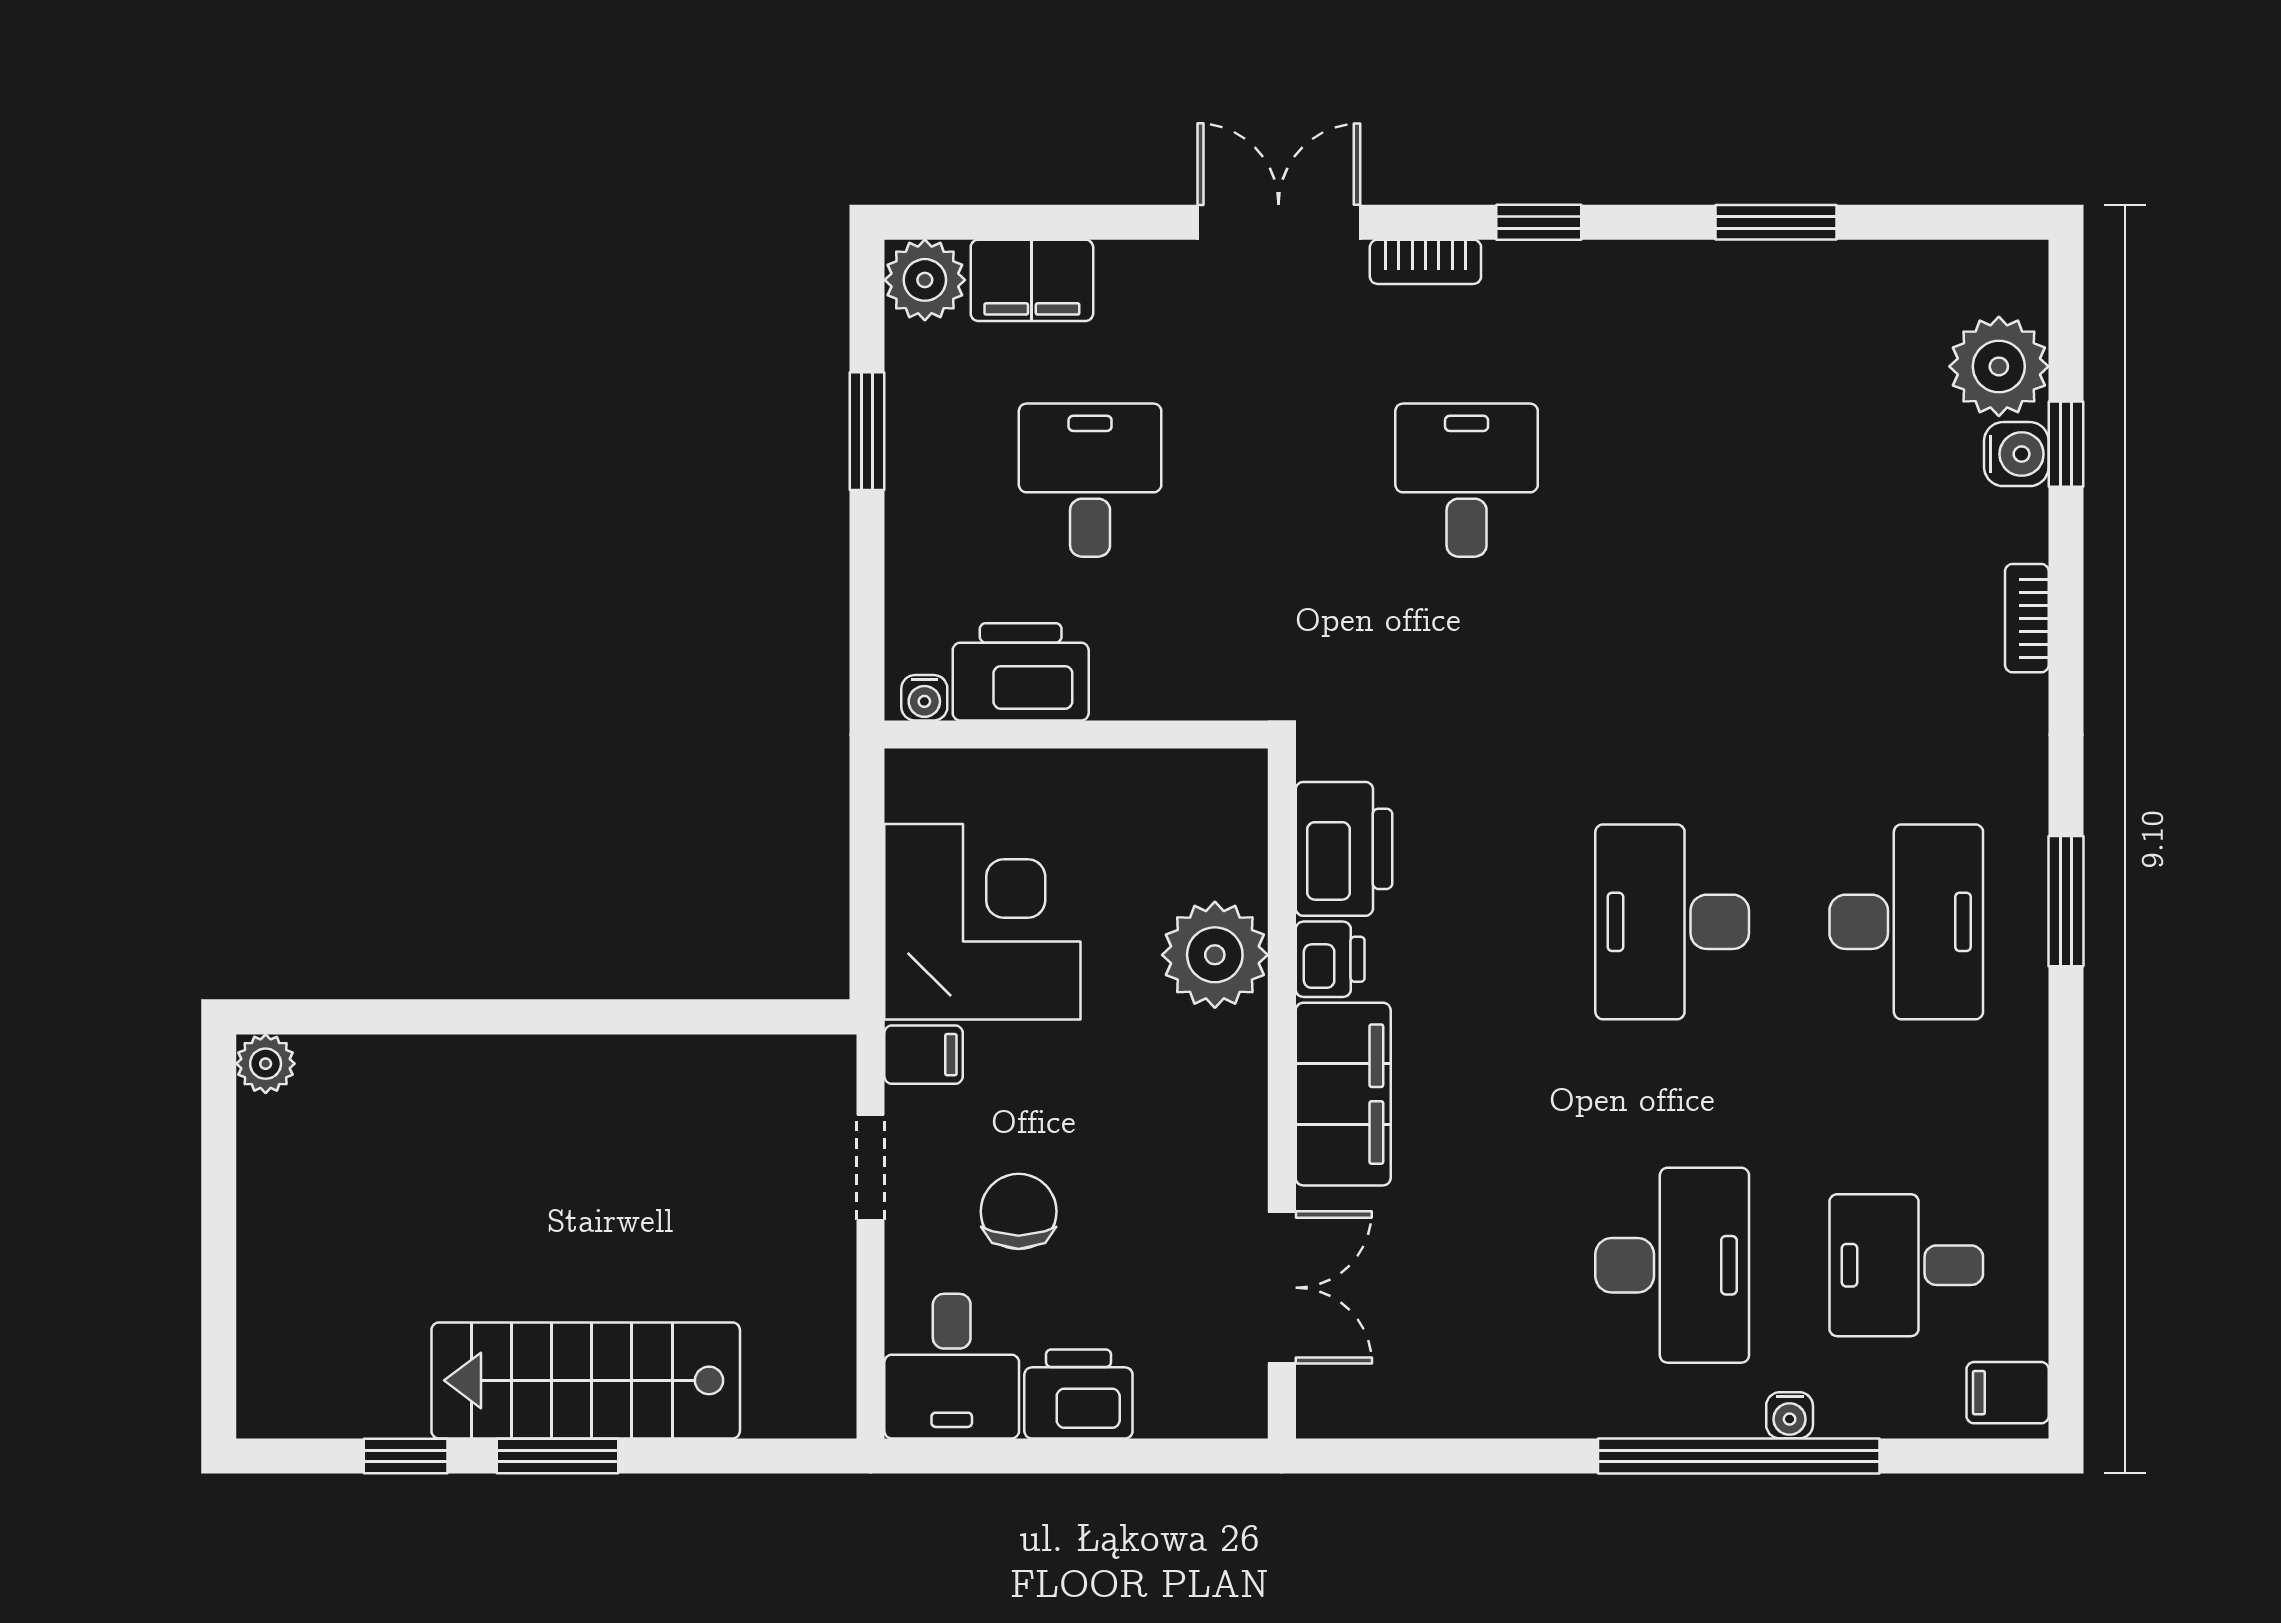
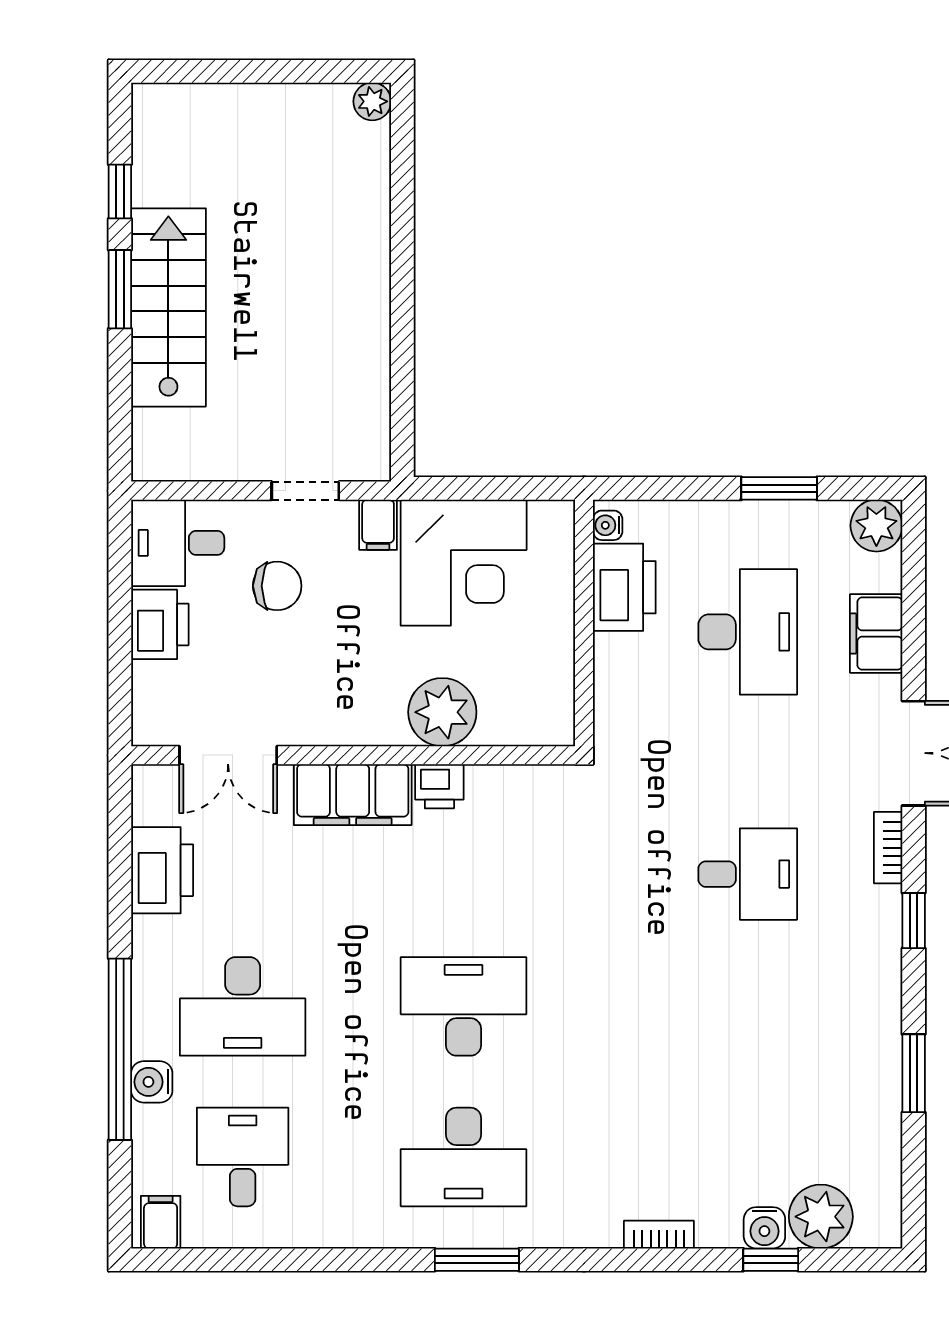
filing cabinet: (1032, 280) -> (876, 634), moved
desk: (1090, 480) -> (748, 632), width x1.37
printer: (1344, 849) -> (162, 870), moved, turned -90
water cooler: (1790, 1415) -> (152, 1082), width x1.38, depth x1.38

